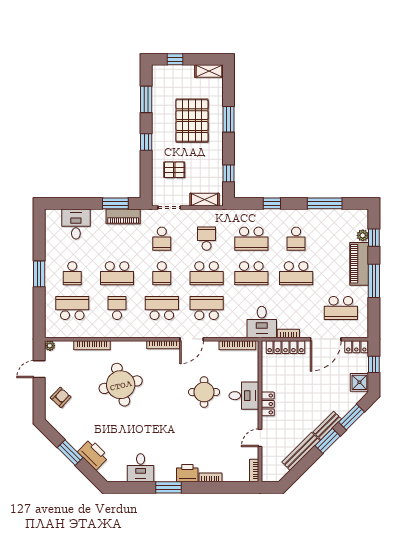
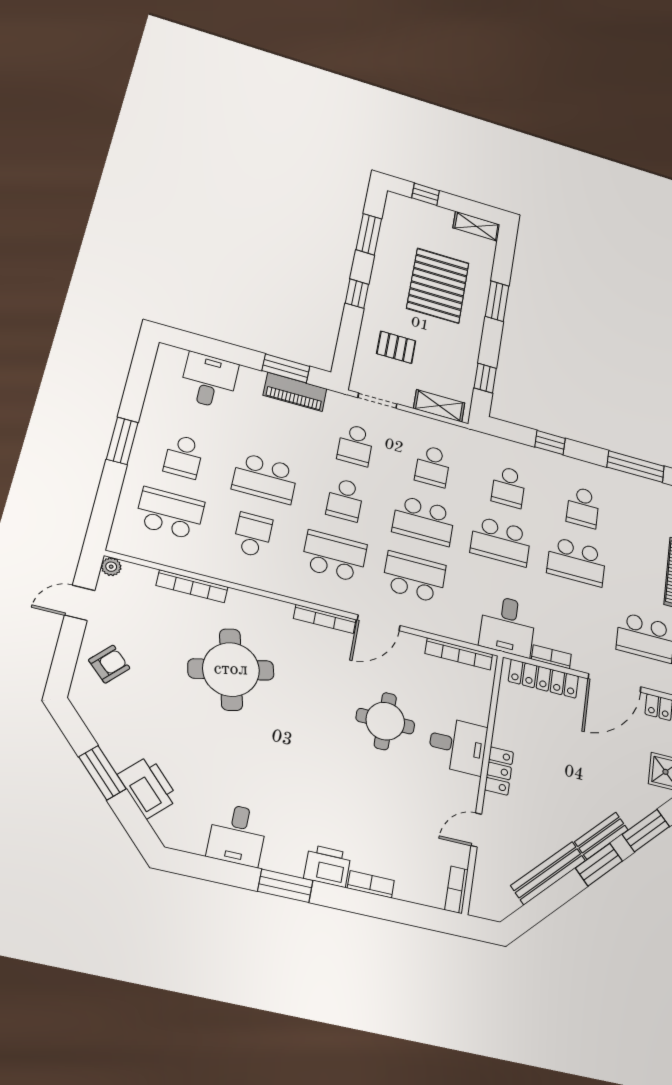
school desk: (207, 239) -> (433, 466), turned 180
school desk: (251, 239) -> (508, 487), width x0.54

